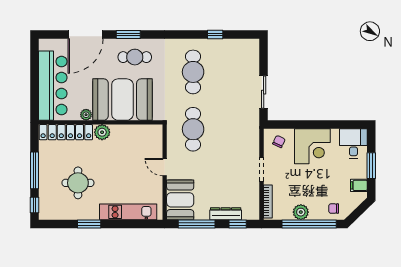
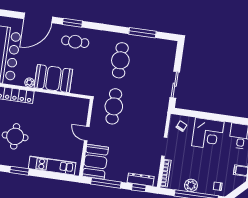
window: (215, 34) -> (142, 33), width x2.17
booth: (122, 100) -> (53, 79), width x0.73, depth x0.70
plant: (102, 132) -> (40, 98), removed
dresser: (226, 214) -> (141, 180), moved

